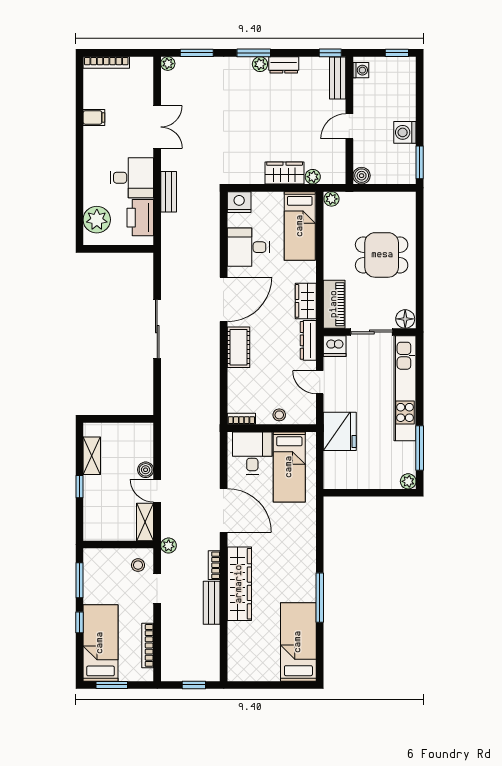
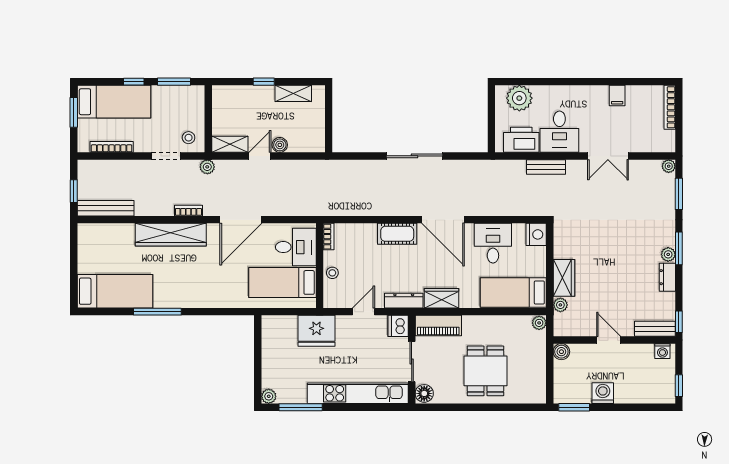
bench: (212, 603) -> (106, 208), moved, width x1.36

